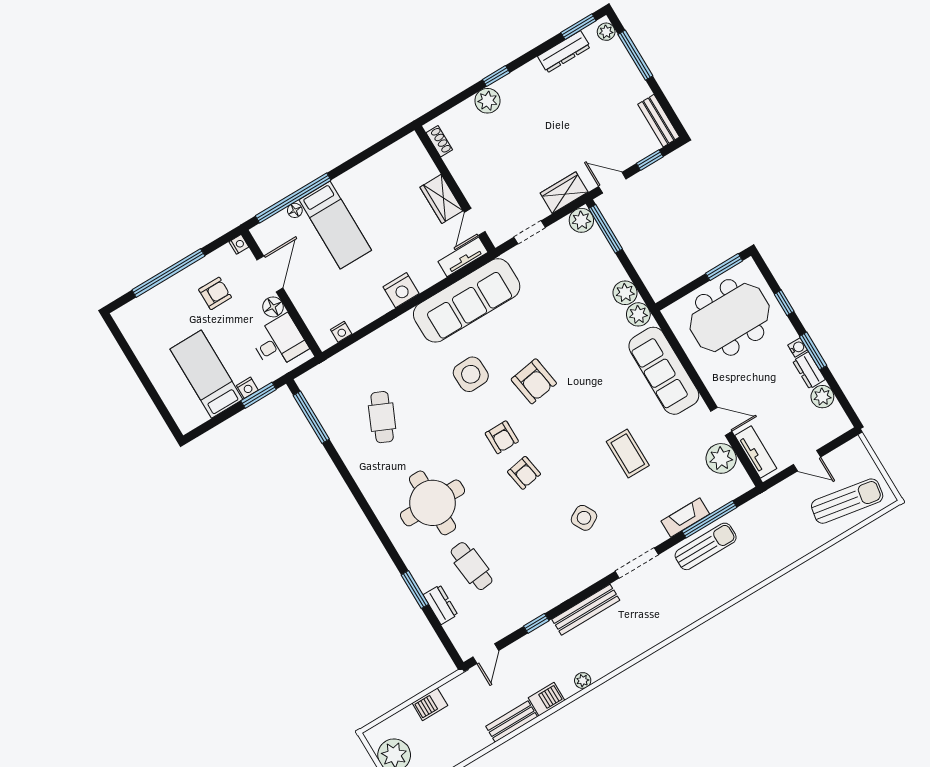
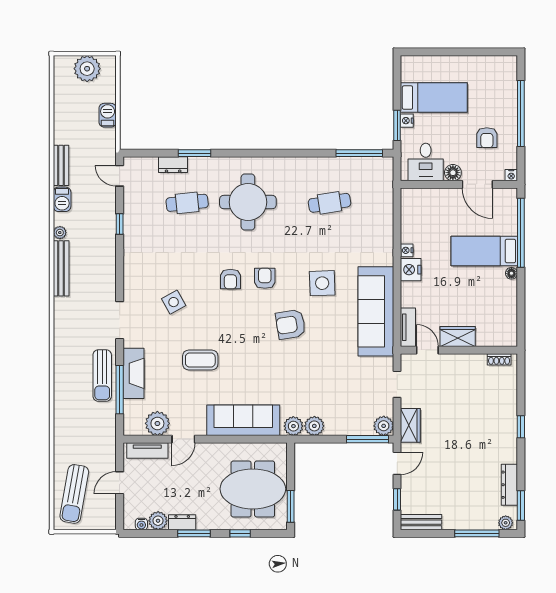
plant: (487, 101) -> (507, 410), removed
floor lamp: (295, 210) -> (511, 273), moved
meeting table: (730, 317) -> (253, 489), turned 90
nightstand: (341, 332) -> (407, 250), moved
water cooler: (798, 347) -> (141, 524), moved
cafe table: (382, 417) -> (329, 203), turned -33
armchair: (502, 437) -> (265, 278), turned 90
armchair: (524, 473) -> (230, 279), turned -80
fireplace: (685, 518) -> (133, 373), width x1.37, depth x1.32
bench: (586, 610) -> (61, 268), moved

